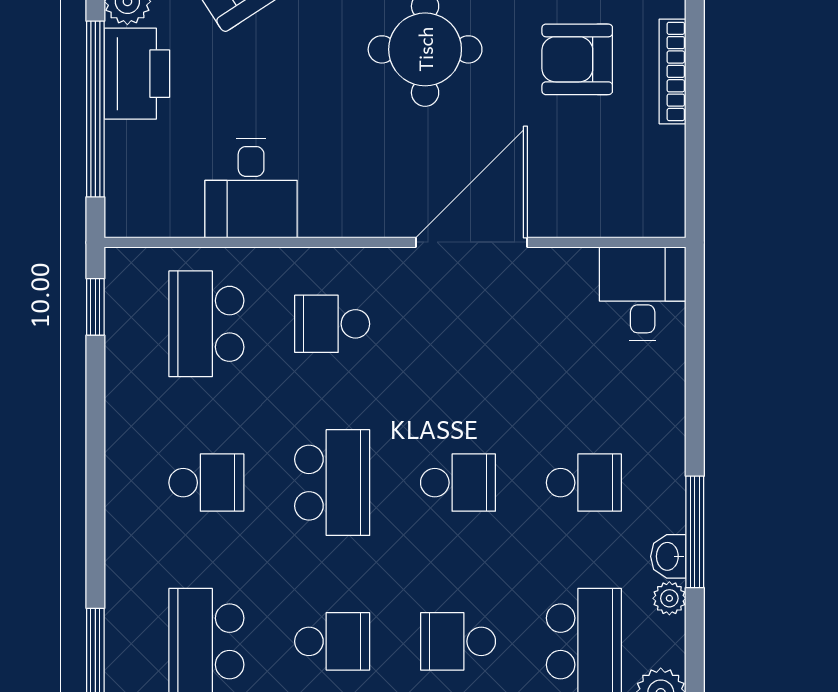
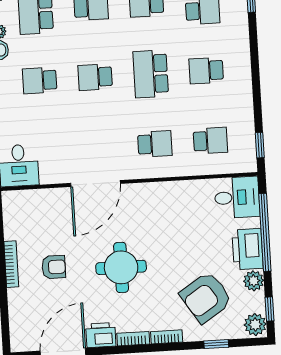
armchair: (577, 59) -> (54, 267), width x0.72, depth x0.72
desk: (251, 188) -> (237, 197), moved, turned 90
school desk: (206, 324) -> (210, 141), width x0.54

